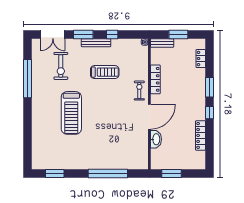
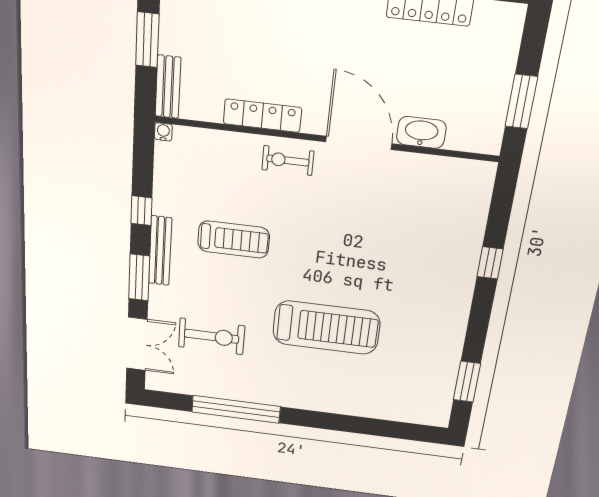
treadmill: (105, 72) -> (234, 239), turned 90
window: (108, 174) -> (490, 263), width x0.32

